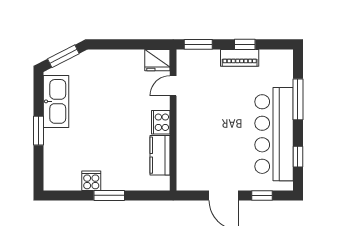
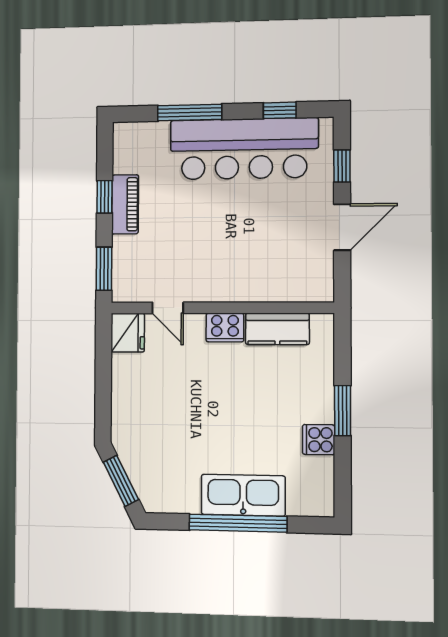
kitchen sink: (56, 101) -> (243, 495), moved
window: (39, 131) -> (238, 523), width x2.11

